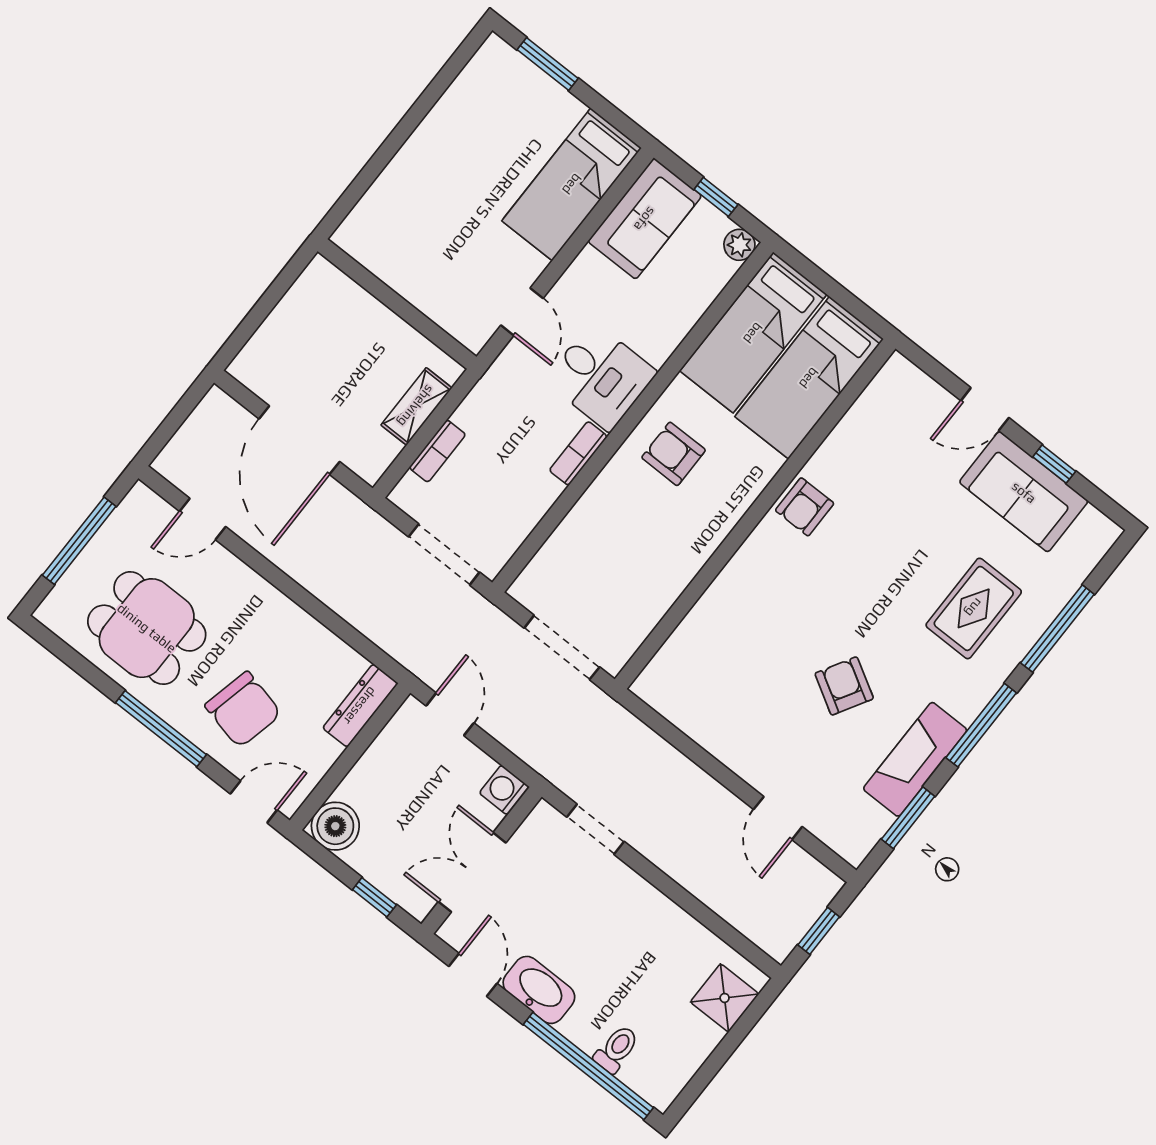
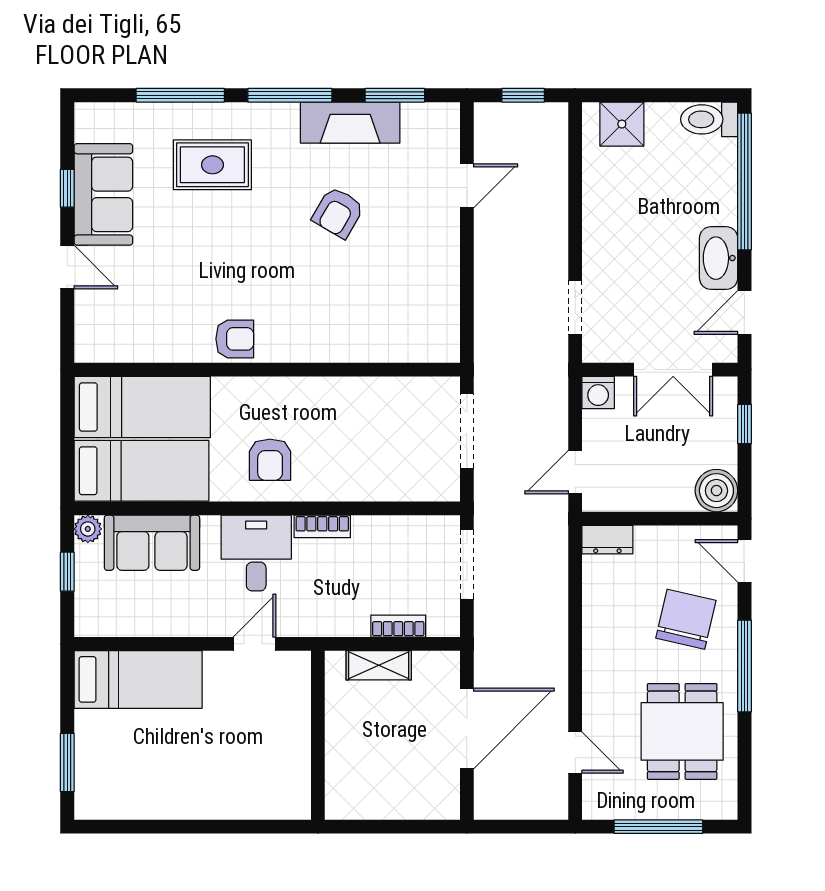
sofa: (645, 219) -> (152, 543), moved, turned 180
dresser: (360, 706) -> (607, 540), width x0.70
toilet: (616, 1049) -> (709, 119), moved, width x1.37, depth x1.39

